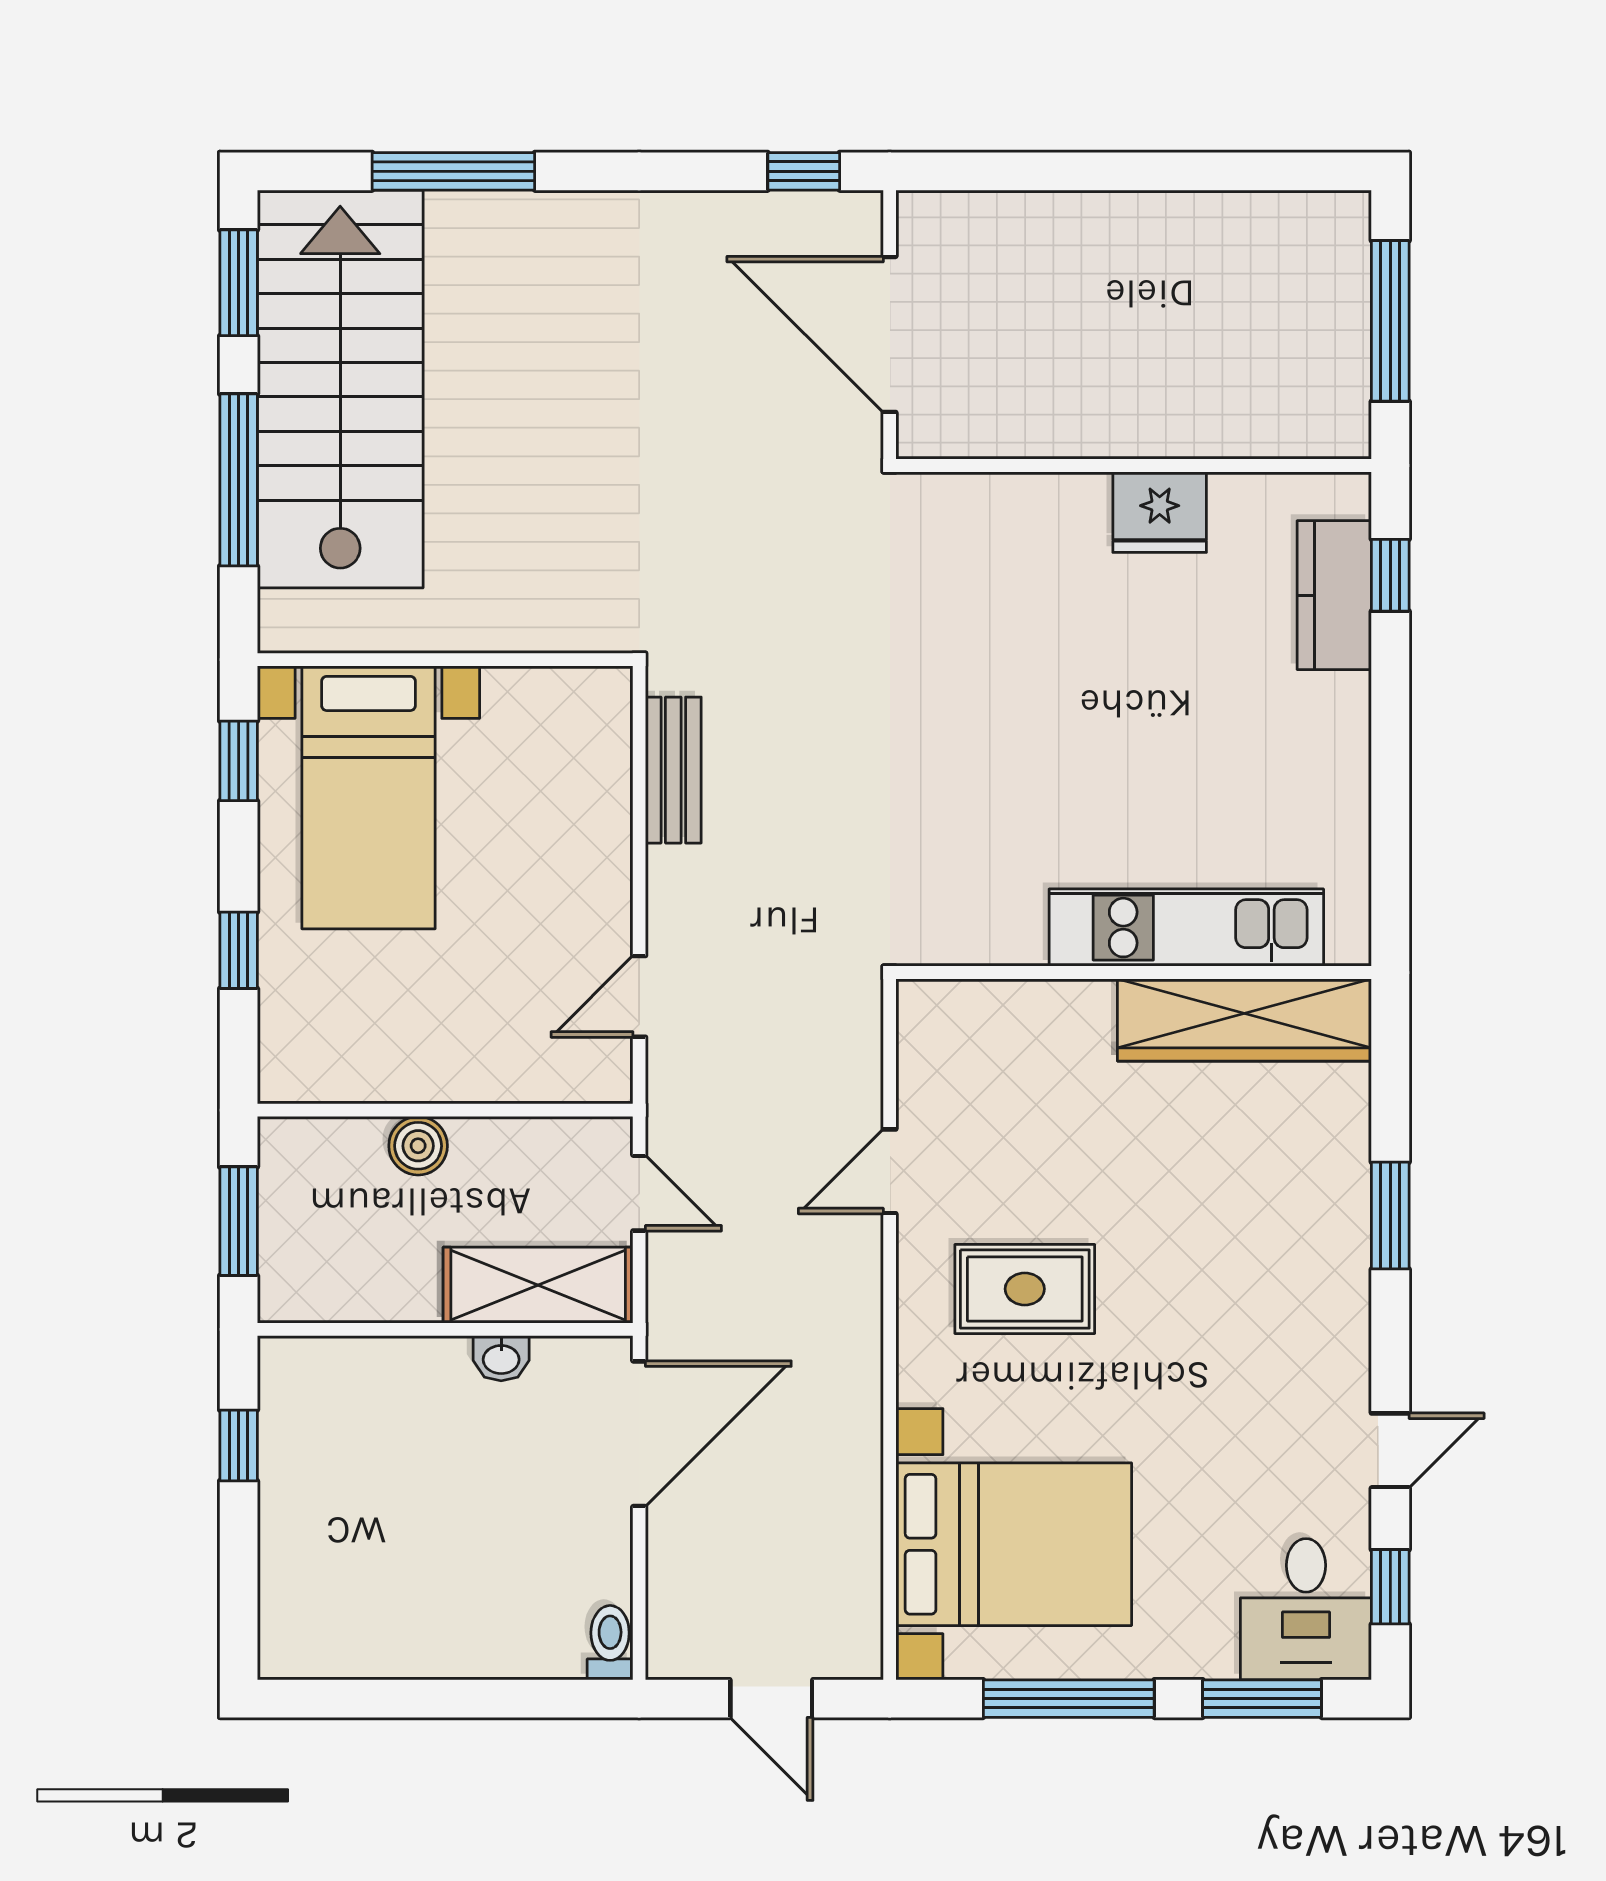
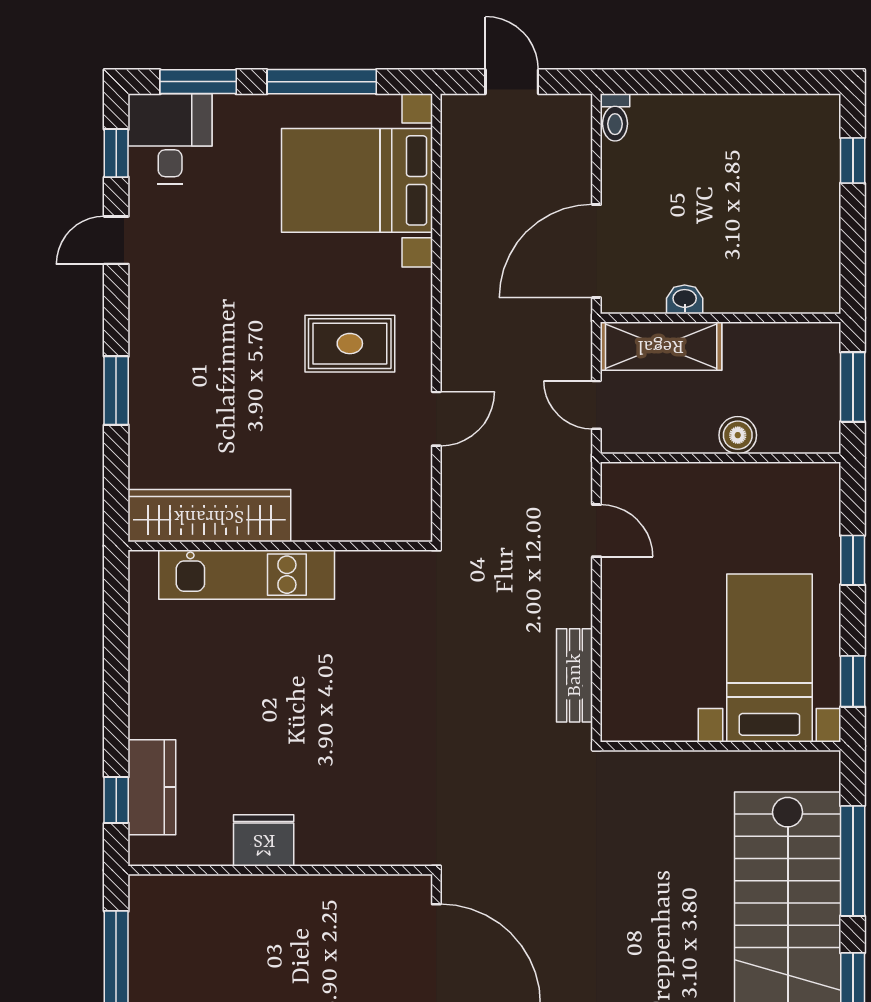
door: (639, 996) -> (596, 531), hinge flipped
window: (239, 1445) -> (853, 160), moved

